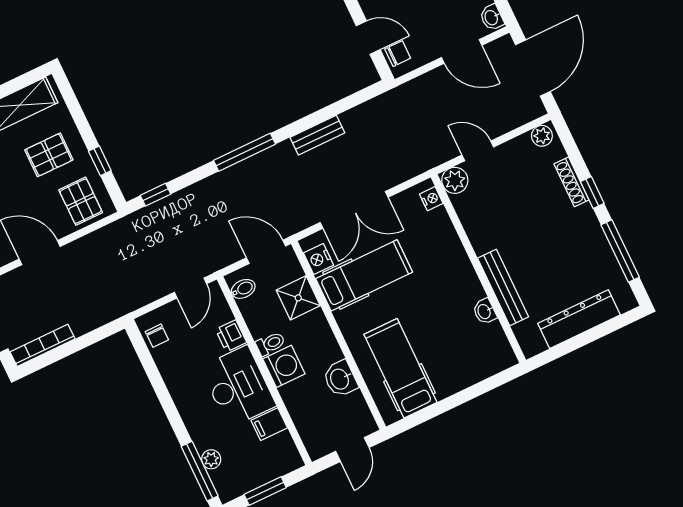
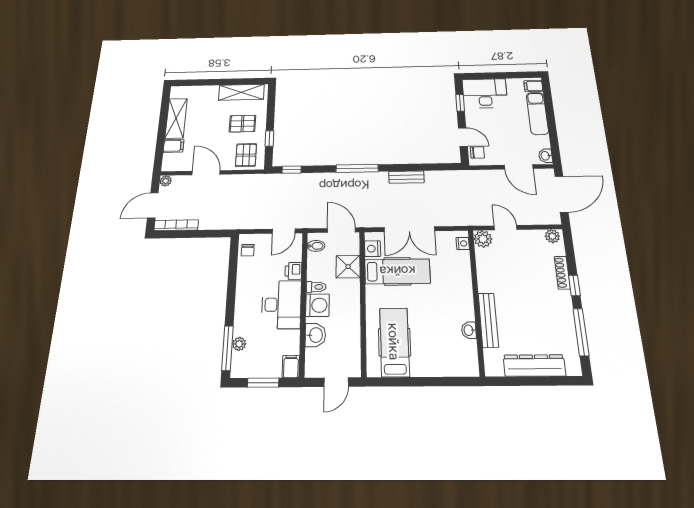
washbasin: (340, 379) -> (315, 335), moved, turned 180
filing cabinet: (269, 424) -> (291, 366), moved, turned 90

